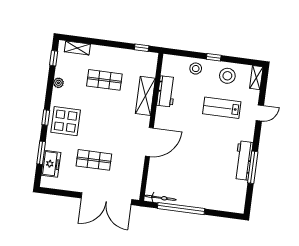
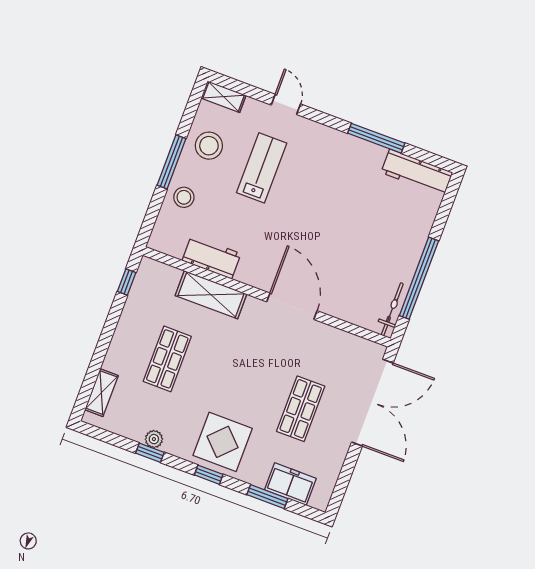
window: (214, 57) -> (172, 162), width x2.17
window: (54, 58) -> (150, 453), moved
lab bench: (222, 108) -> (262, 168), turned 180
workbench: (243, 160) -> (417, 173), moved

